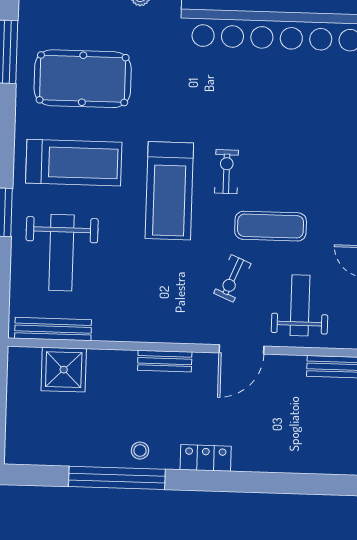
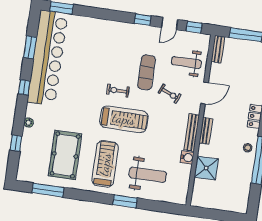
bench: (53, 329) -> (192, 132), moved
water cooler: (106, 329) -> (187, 158), added
door: (242, 349) -> (204, 93), hinge flipped
shower: (64, 370) -> (206, 168), moved

